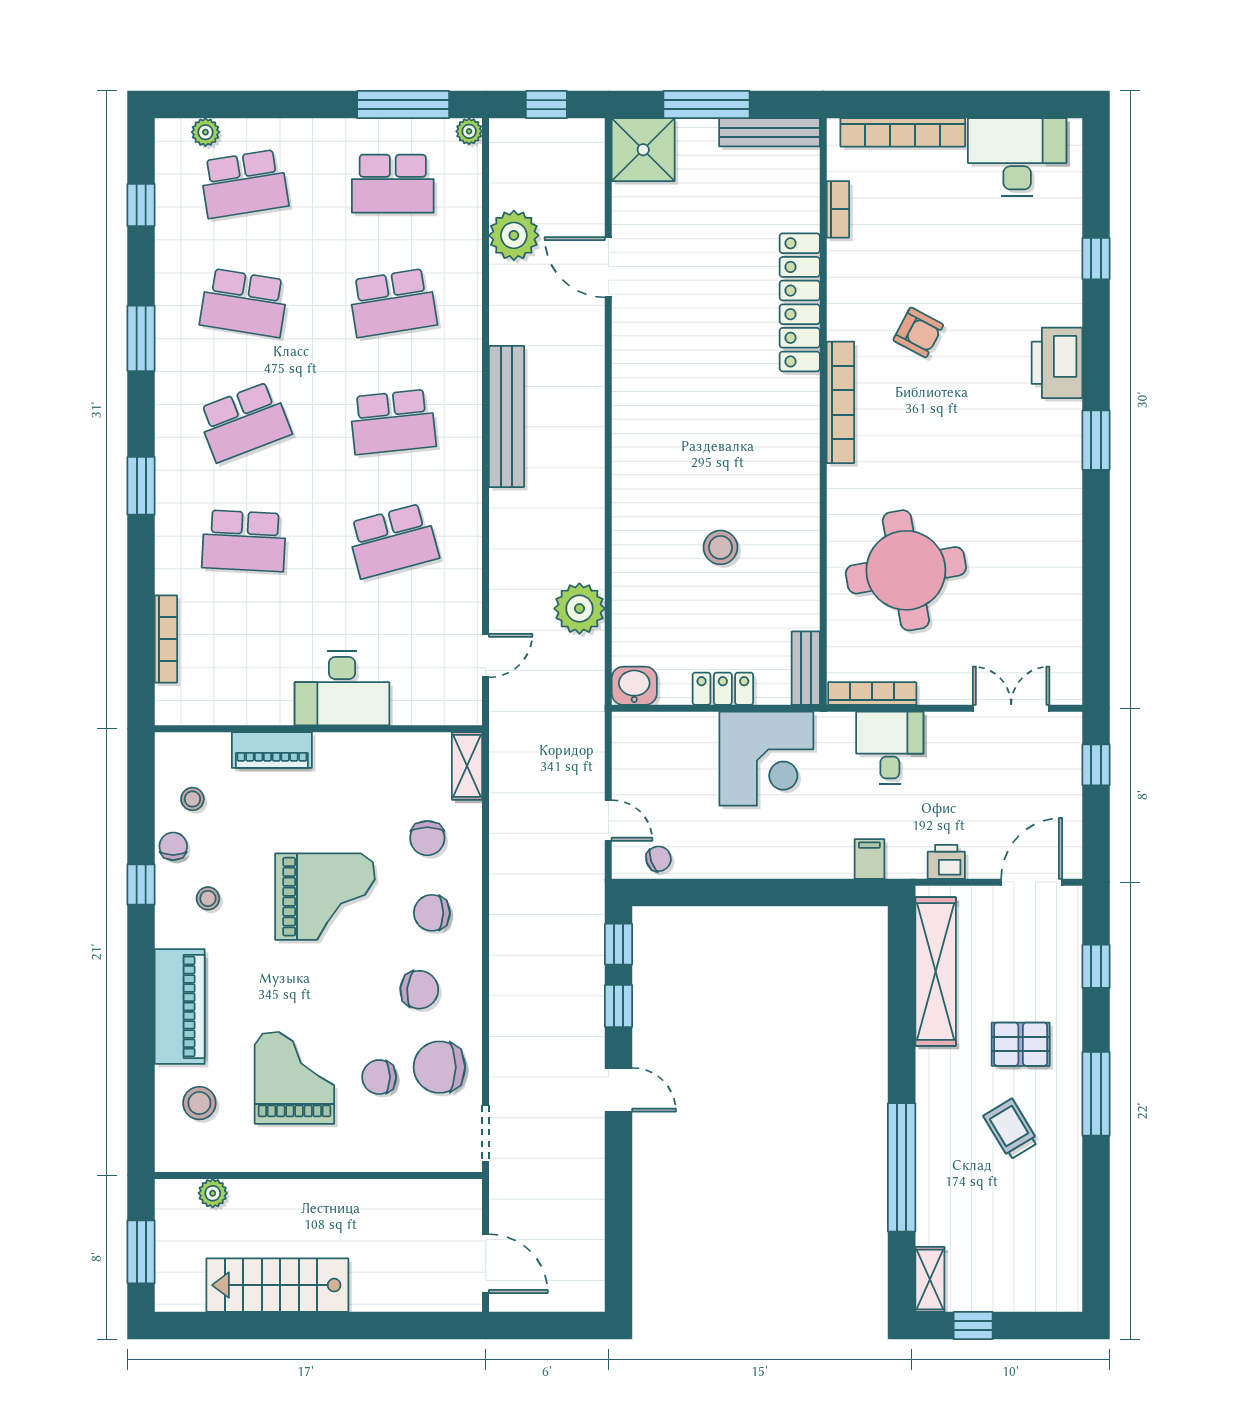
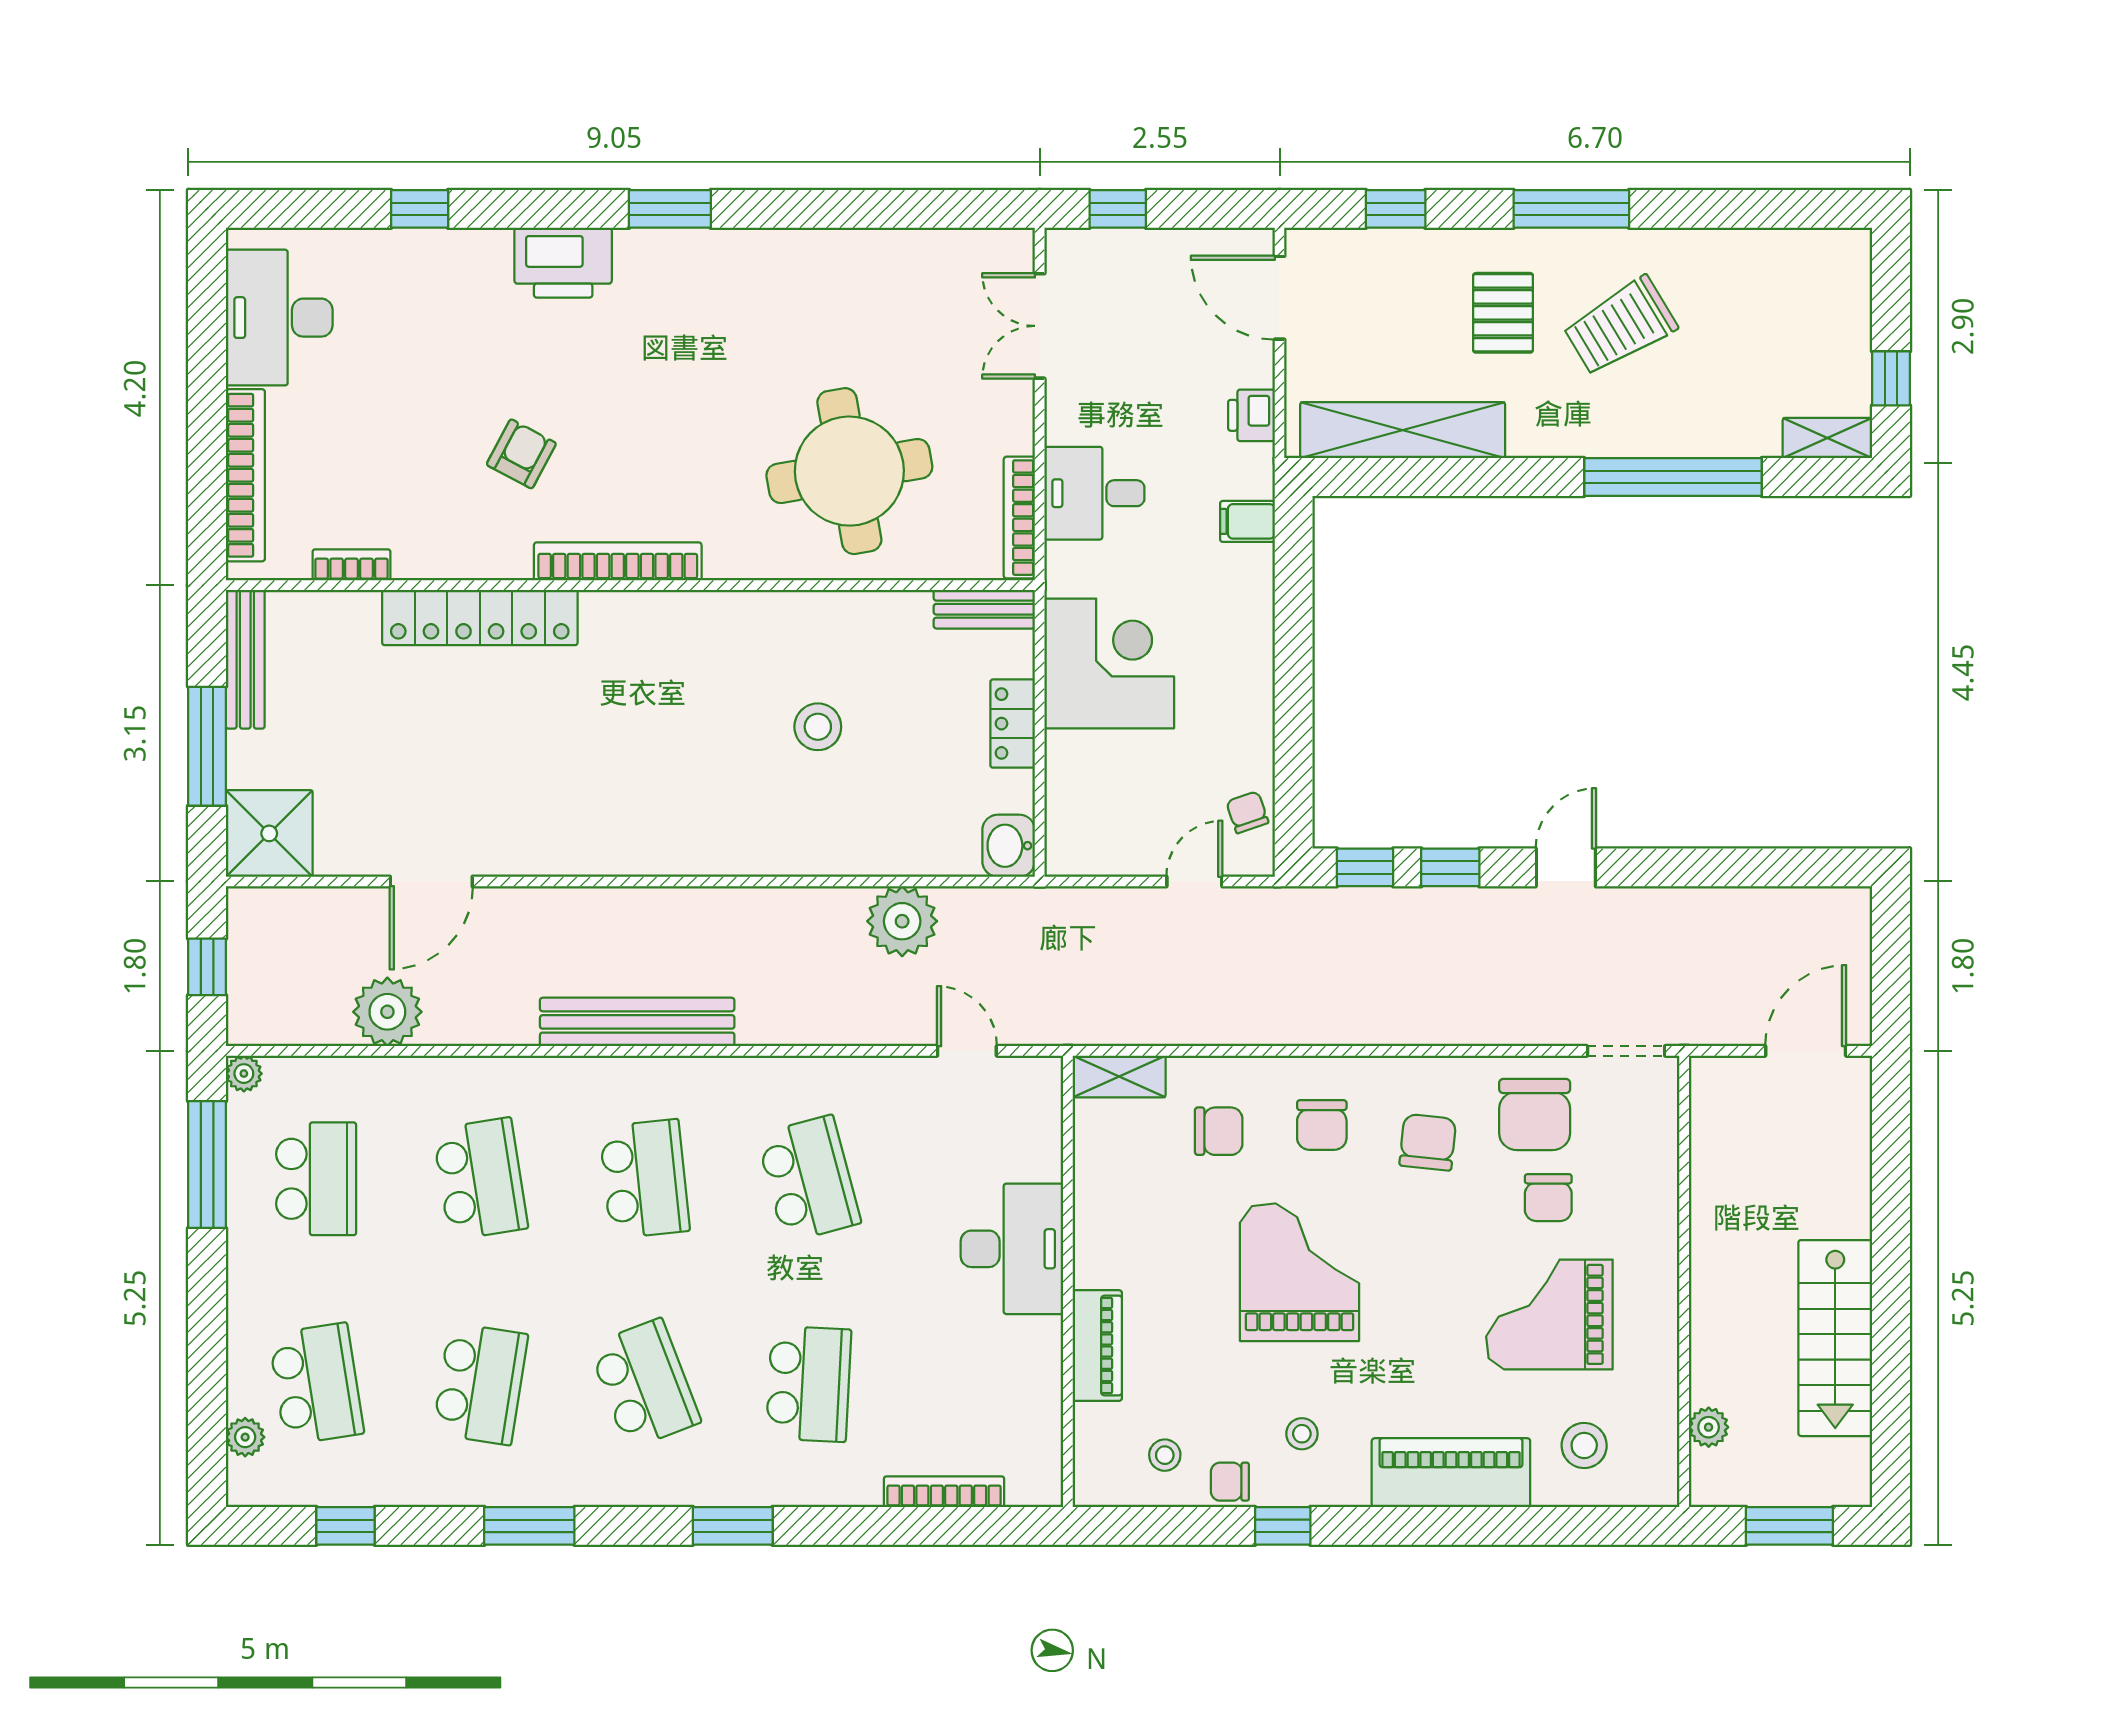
trolley: (1011, 1129) -> (1620, 326), width x1.36, depth x1.39

